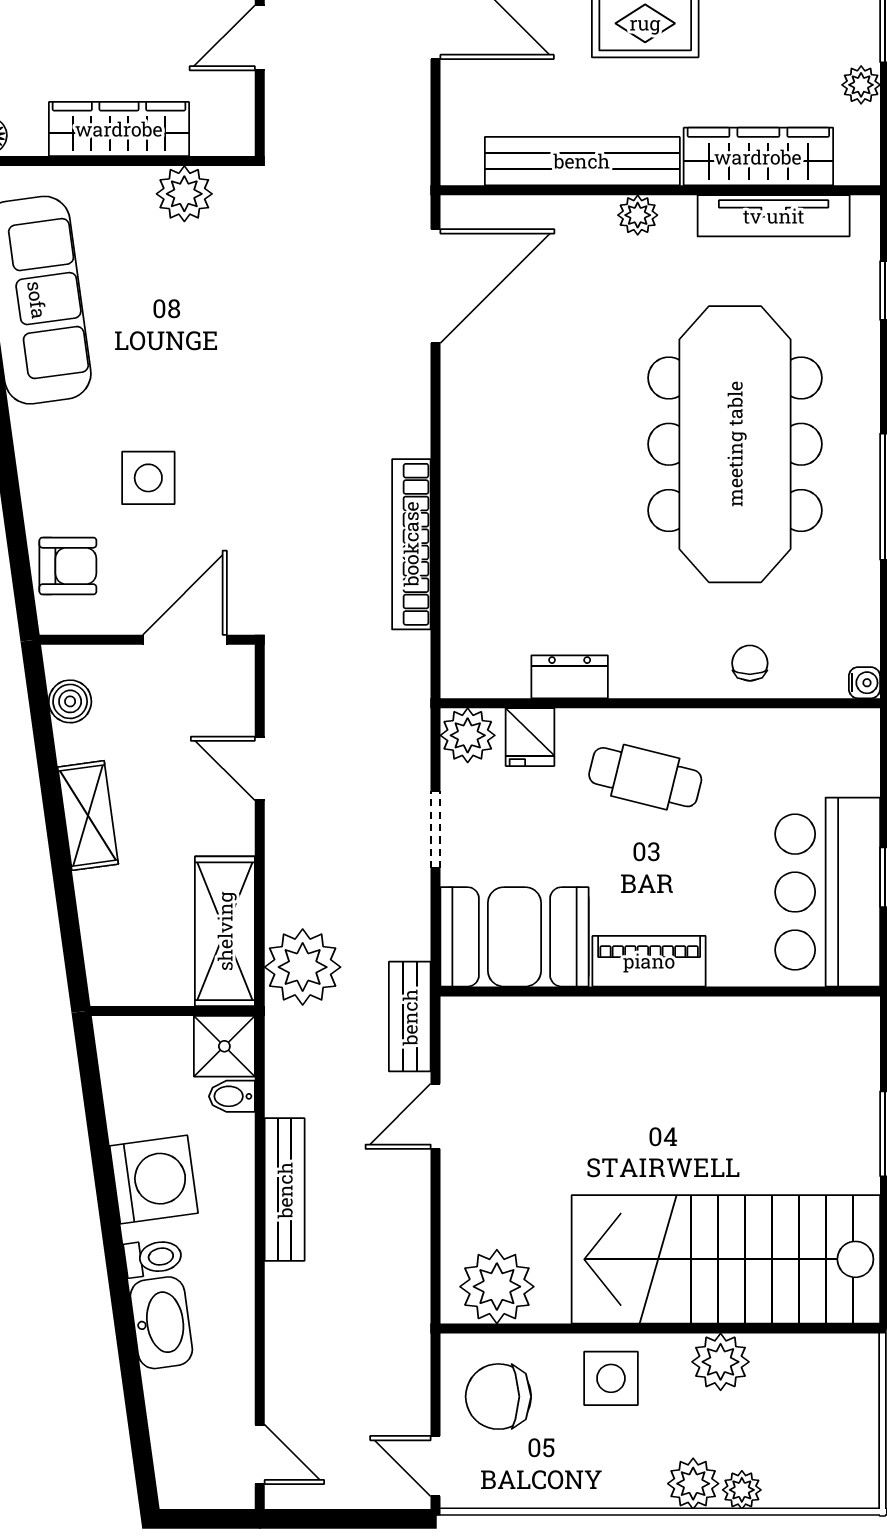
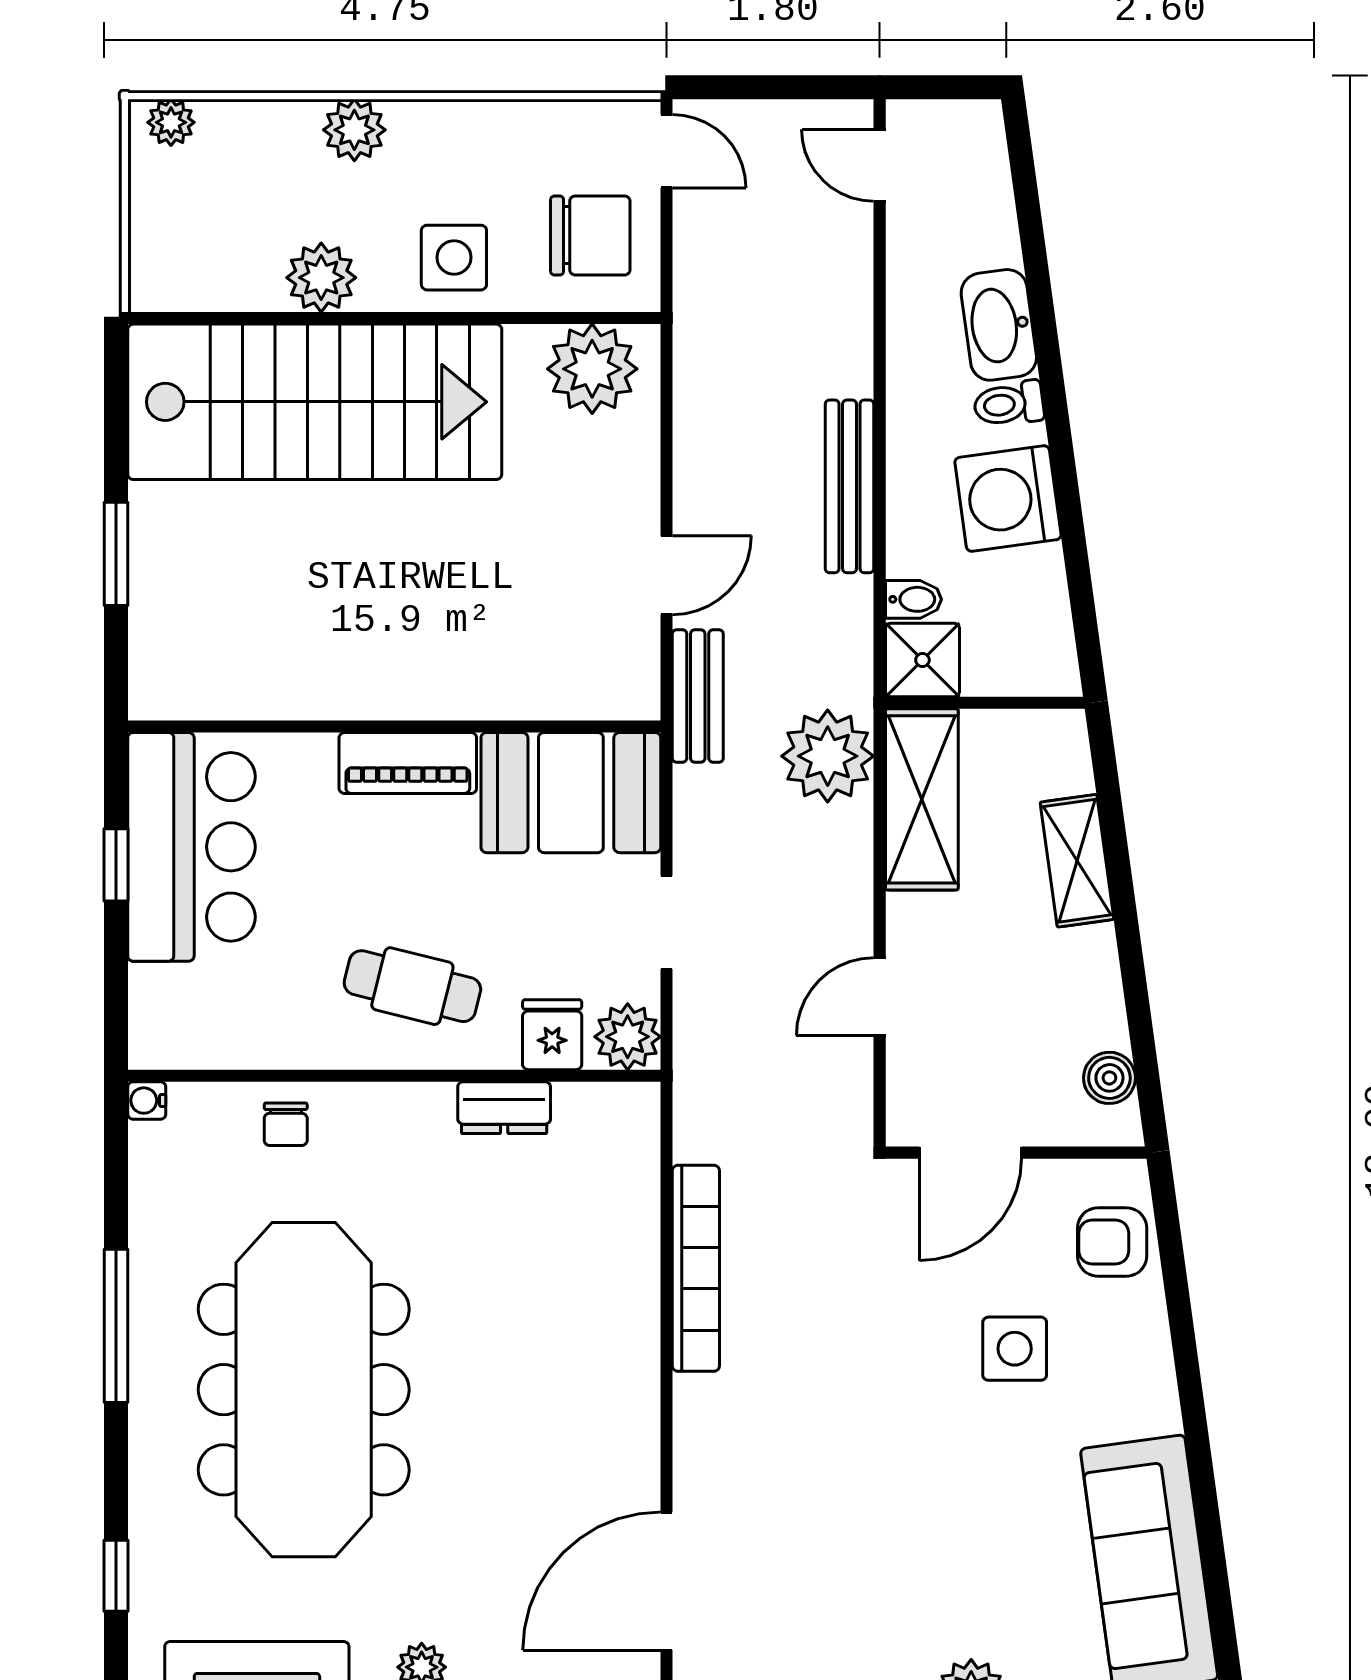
door: (260, 768) -> (880, 997), swing flipped
shelving: (88, 816) -> (1077, 861), moved
plant: (742, 1490) -> (171, 122), moved

